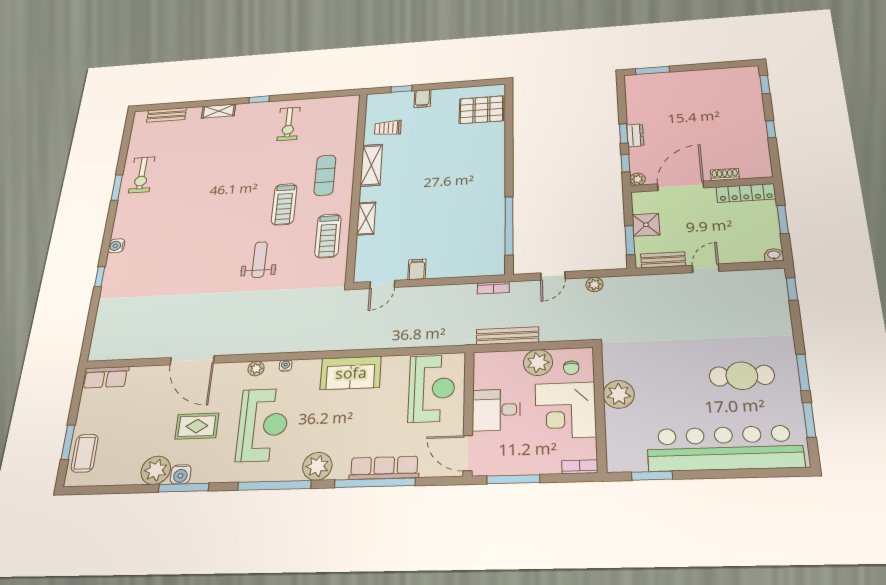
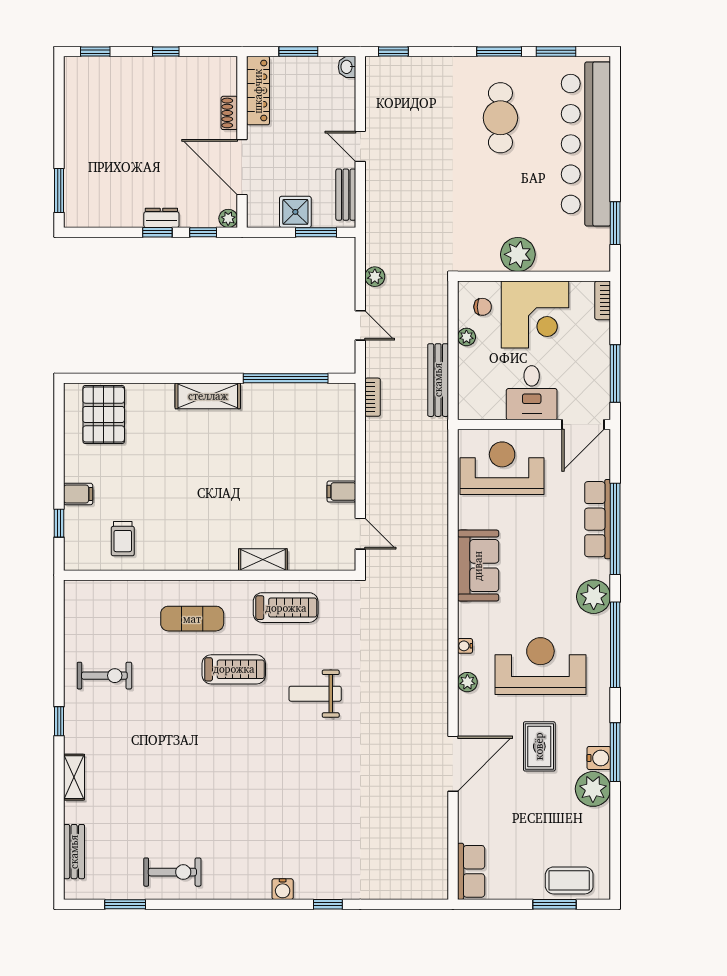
shelving: (371, 165) -> (208, 396), moved
window: (117, 188) -> (125, 904), moved
plant: (538, 363) -> (466, 337), width x0.53, depth x0.53

